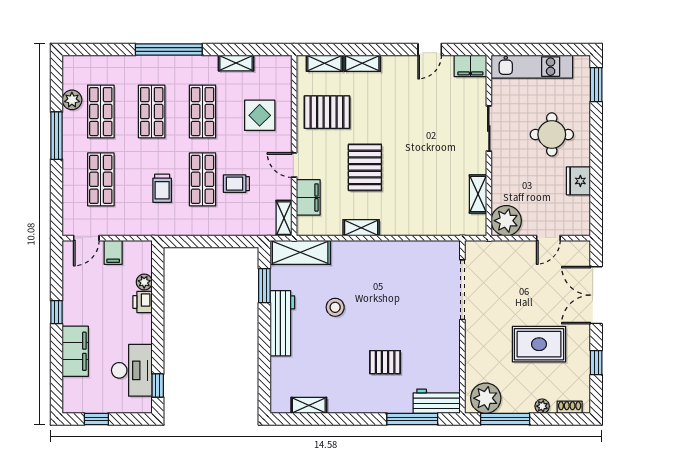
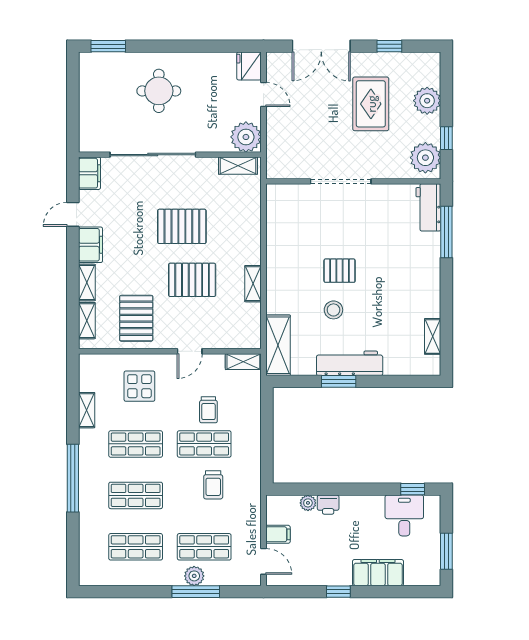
door: (430, 49) -> (73, 214), swing flipped
kitchen unit: (532, 67) -> (90, 111), removed
plant: (72, 100) -> (194, 576), moved
sliding door: (489, 129) -> (153, 155), width x1.86
window: (57, 136) -> (196, 592), moved
pallet: (418, 157) -> (182, 226), added
fridge: (578, 181) -> (249, 66), moved, turned 90
trolley: (162, 188) -> (213, 485), turned 90
shelving: (478, 194) -> (238, 166), moved
filing cabinet: (308, 197) -> (91, 245), moved, turned 90
window: (264, 286) -> (339, 381), moved
doorway: (462, 290) -> (341, 181), moved
pallet: (385, 362) -> (340, 271), moved, turned 90
desk: (132, 370) -> (404, 515), width x0.73
plant: (542, 406) -> (427, 101), width x1.88, depth x1.88
shoe rack: (570, 407) -> (435, 73), removed
window: (96, 419) -> (446, 551), width x1.50
window: (505, 419) -> (446, 138), width x0.46

